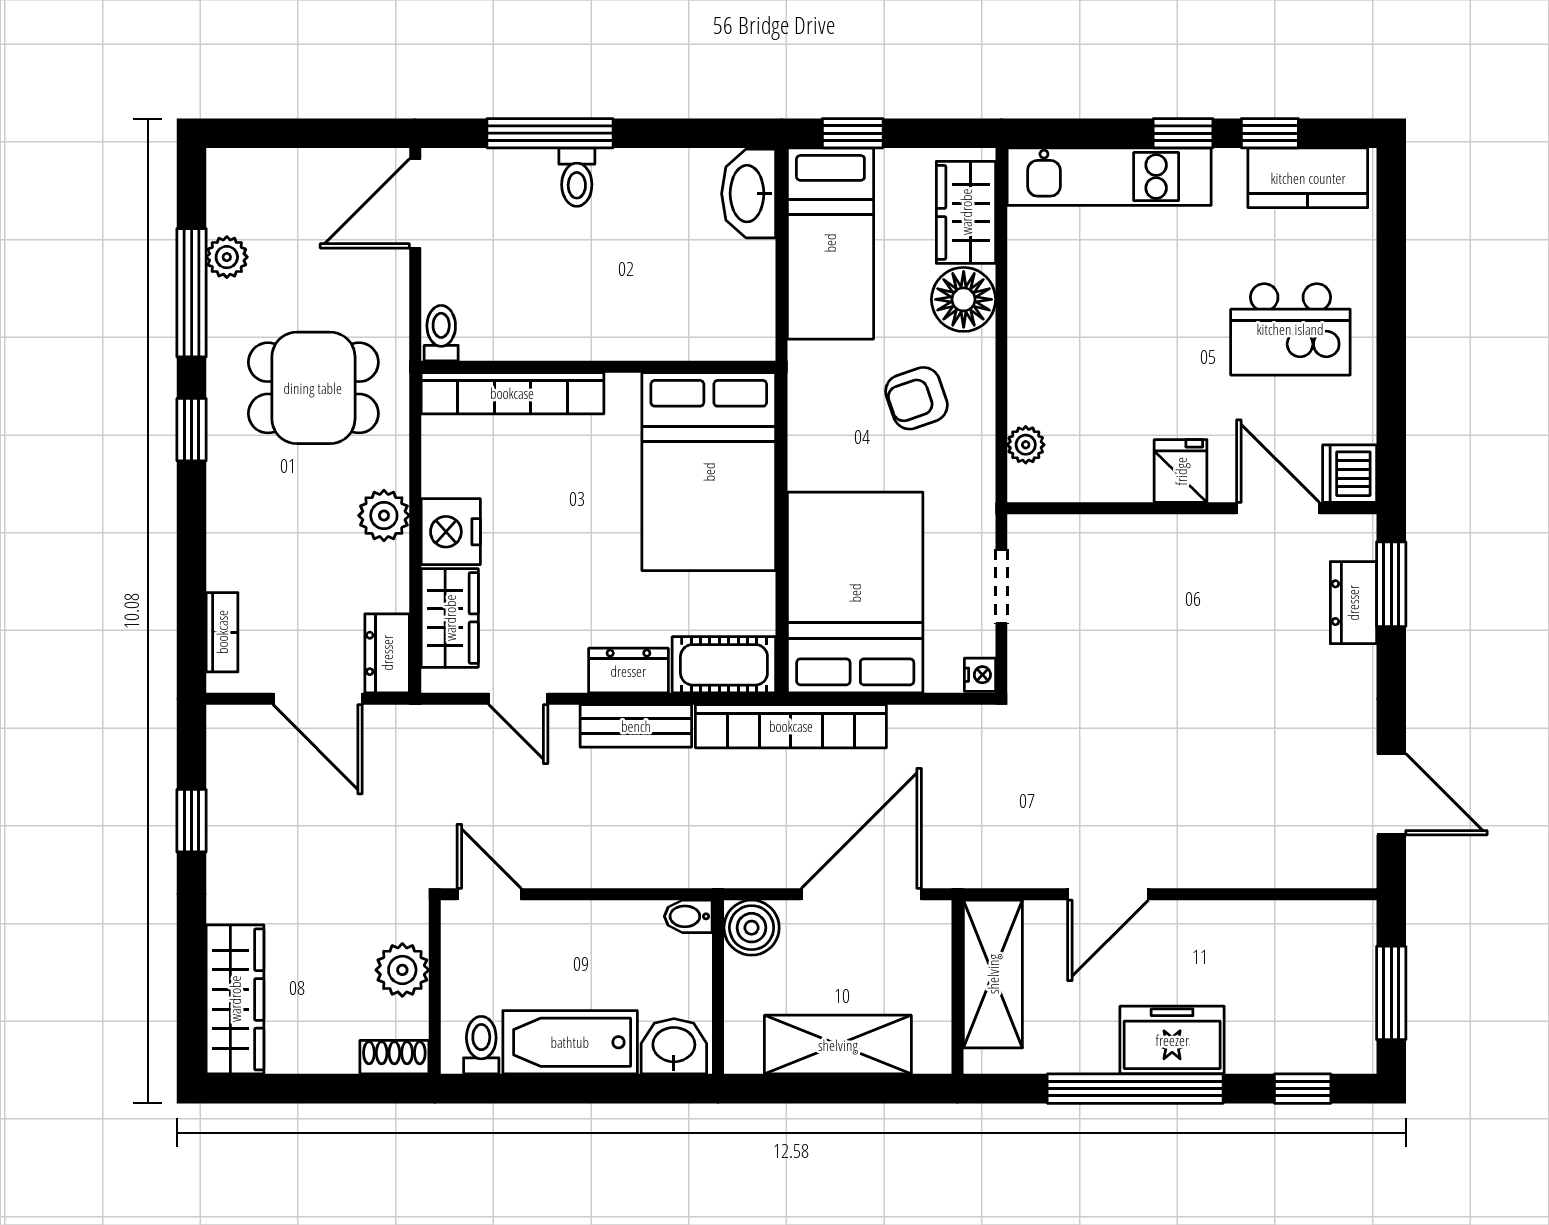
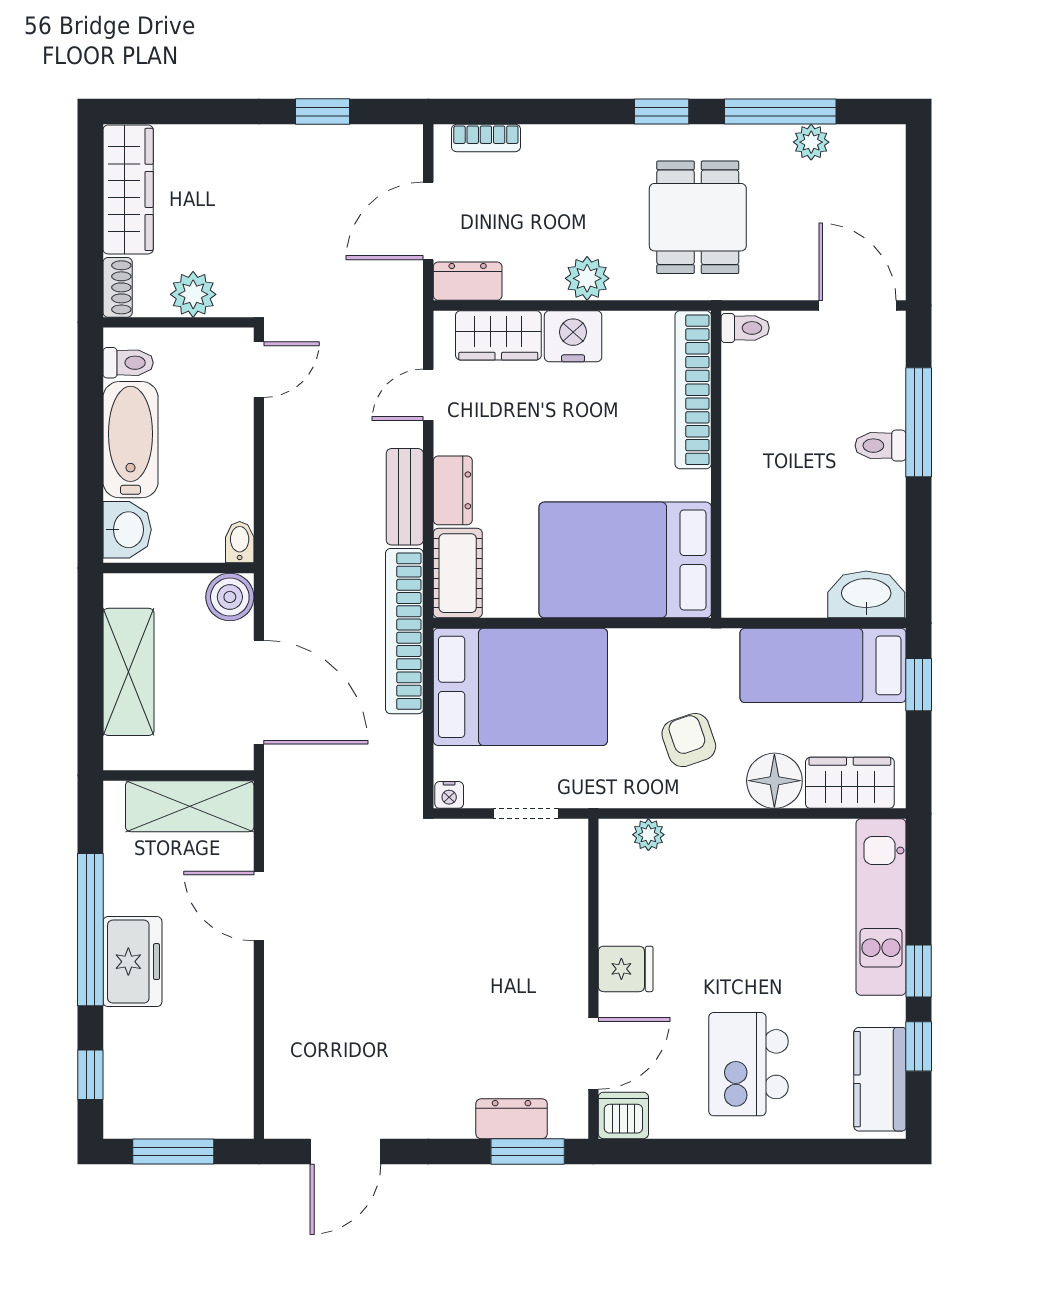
wardrobe: (235, 999) -> (128, 189), moved, turned -90

